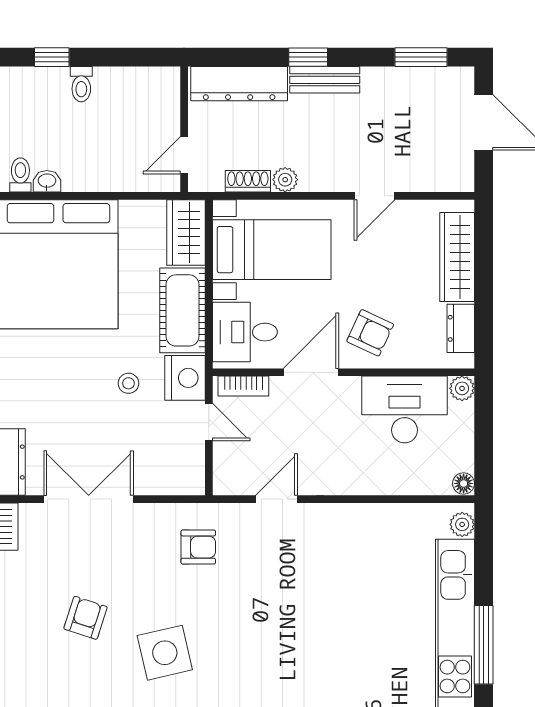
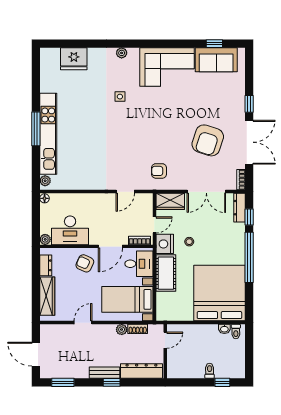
wardrobe: (186, 232) -> (170, 201), moved, turned 90
door: (209, 422) -> (154, 225), swing flipped
armchair: (86, 618) -> (208, 140), width x1.88, depth x1.88
side table: (165, 653) -> (173, 125), removed

